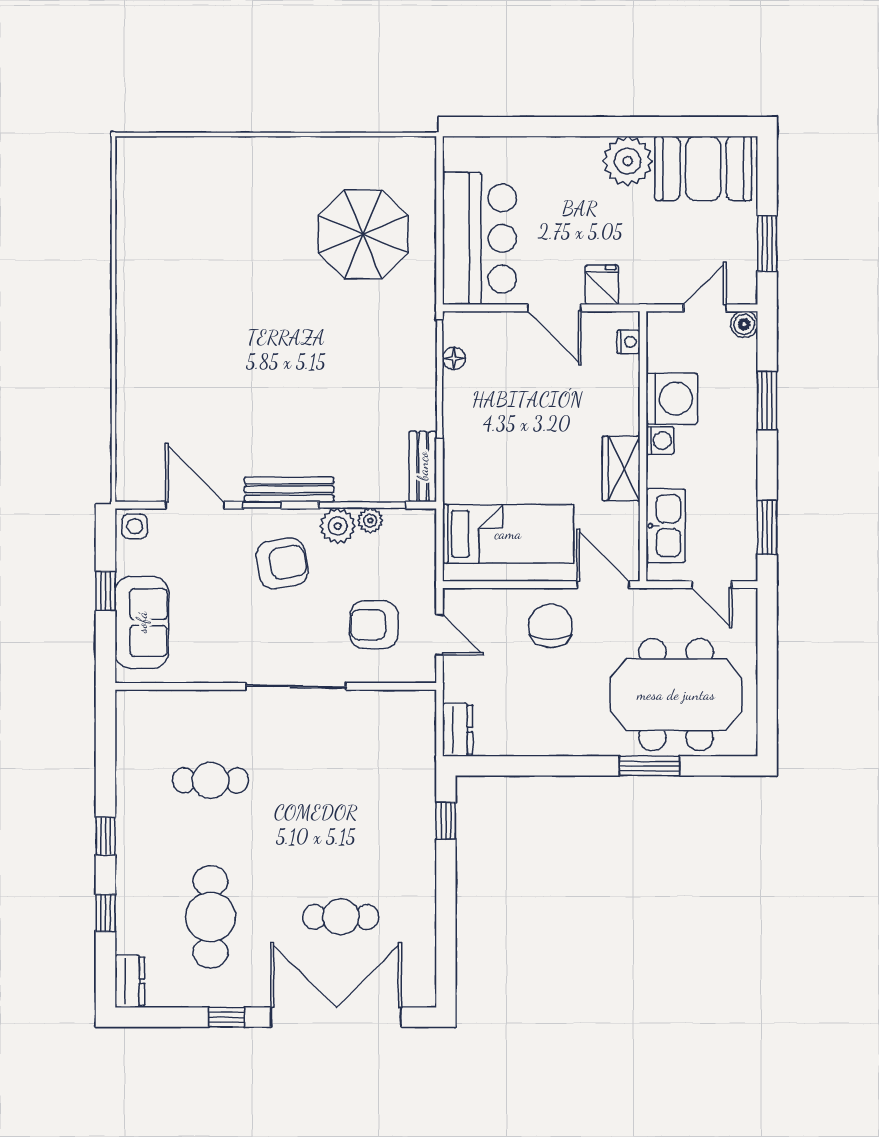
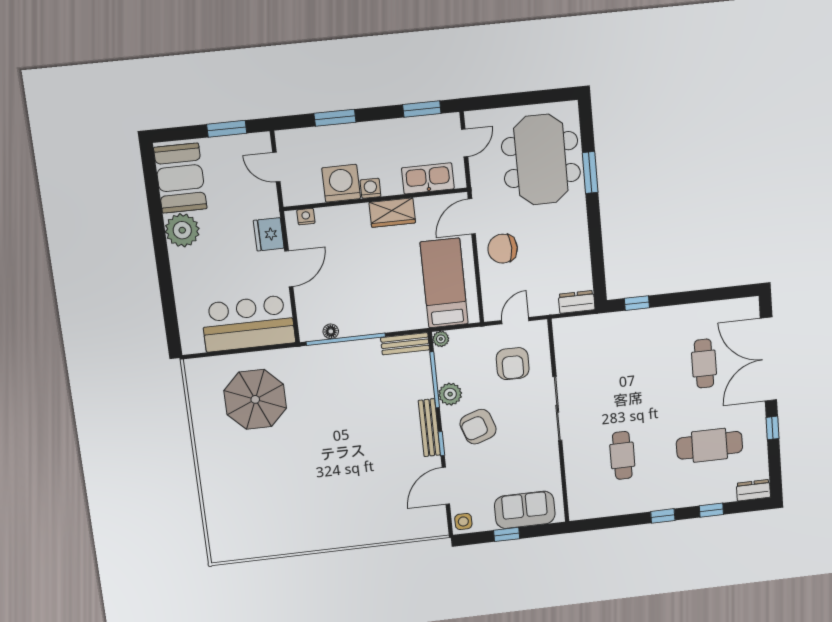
fridge: (602, 285) -> (269, 234), width x1.38
boiler: (744, 324) -> (284, 139), removed
plant: (370, 521) -> (441, 339), moved
armchair: (282, 563) -> (478, 427), turned -99

